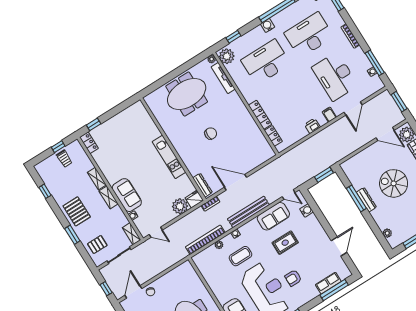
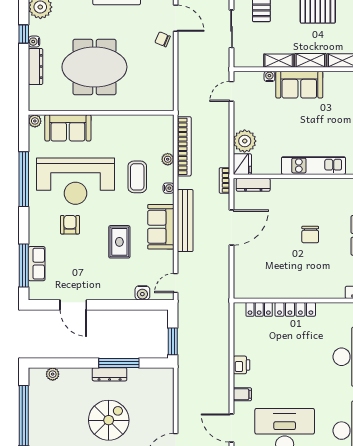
sofa: (273, 216) -> (161, 227), moved
shelving: (132, 234) -> (279, 61), moved

